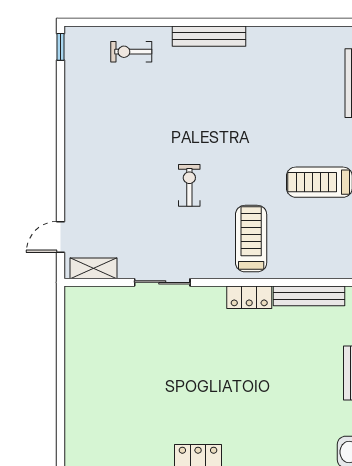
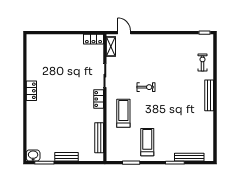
treadmill: (251, 239) -> (123, 113), turned -90
locker: (249, 297) -> (99, 99), moved
locker: (76, 309) -> (93, 39), added

